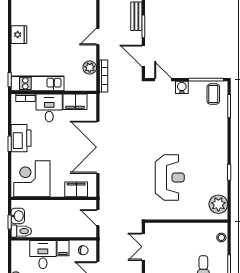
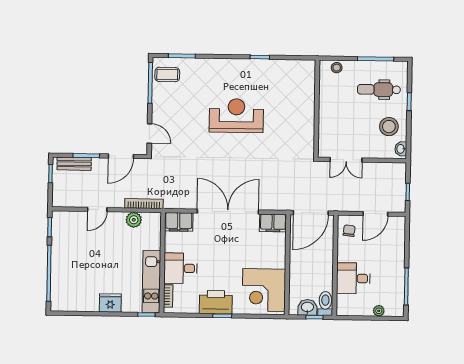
fridge: (19, 35) -> (110, 303), moved
door: (98, 37) -> (97, 209), hinge flipped
door: (163, 80) -> (149, 133), swing flipped
water cooler: (182, 87) -> (159, 111), removed
filing cabinet: (75, 102) -> (179, 222), moved, turned 90
double door: (98, 147) -> (228, 212), swing flipped
reception desk: (170, 177) -> (236, 116), moved
filing cabinet: (76, 189) -> (273, 223), moved, turned -90
plant: (218, 204) -> (297, 70), removed
door: (98, 218) -> (311, 213), width x1.88
filing cabinet: (63, 248) -> (346, 255), removed

